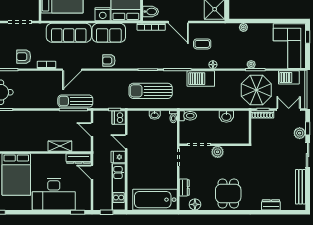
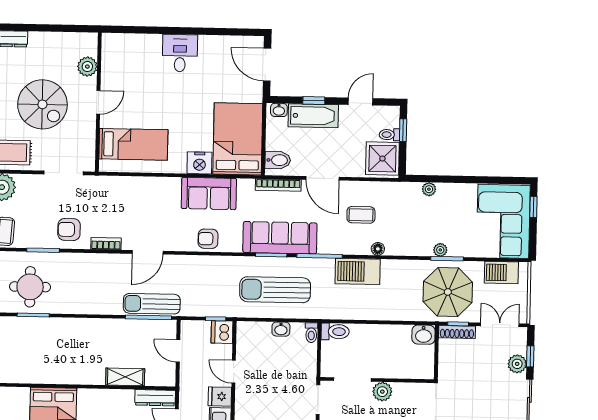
sofa: (69, 33) -> (280, 238), moved, turned 180
washbasin: (226, 116) -> (424, 335), moved

